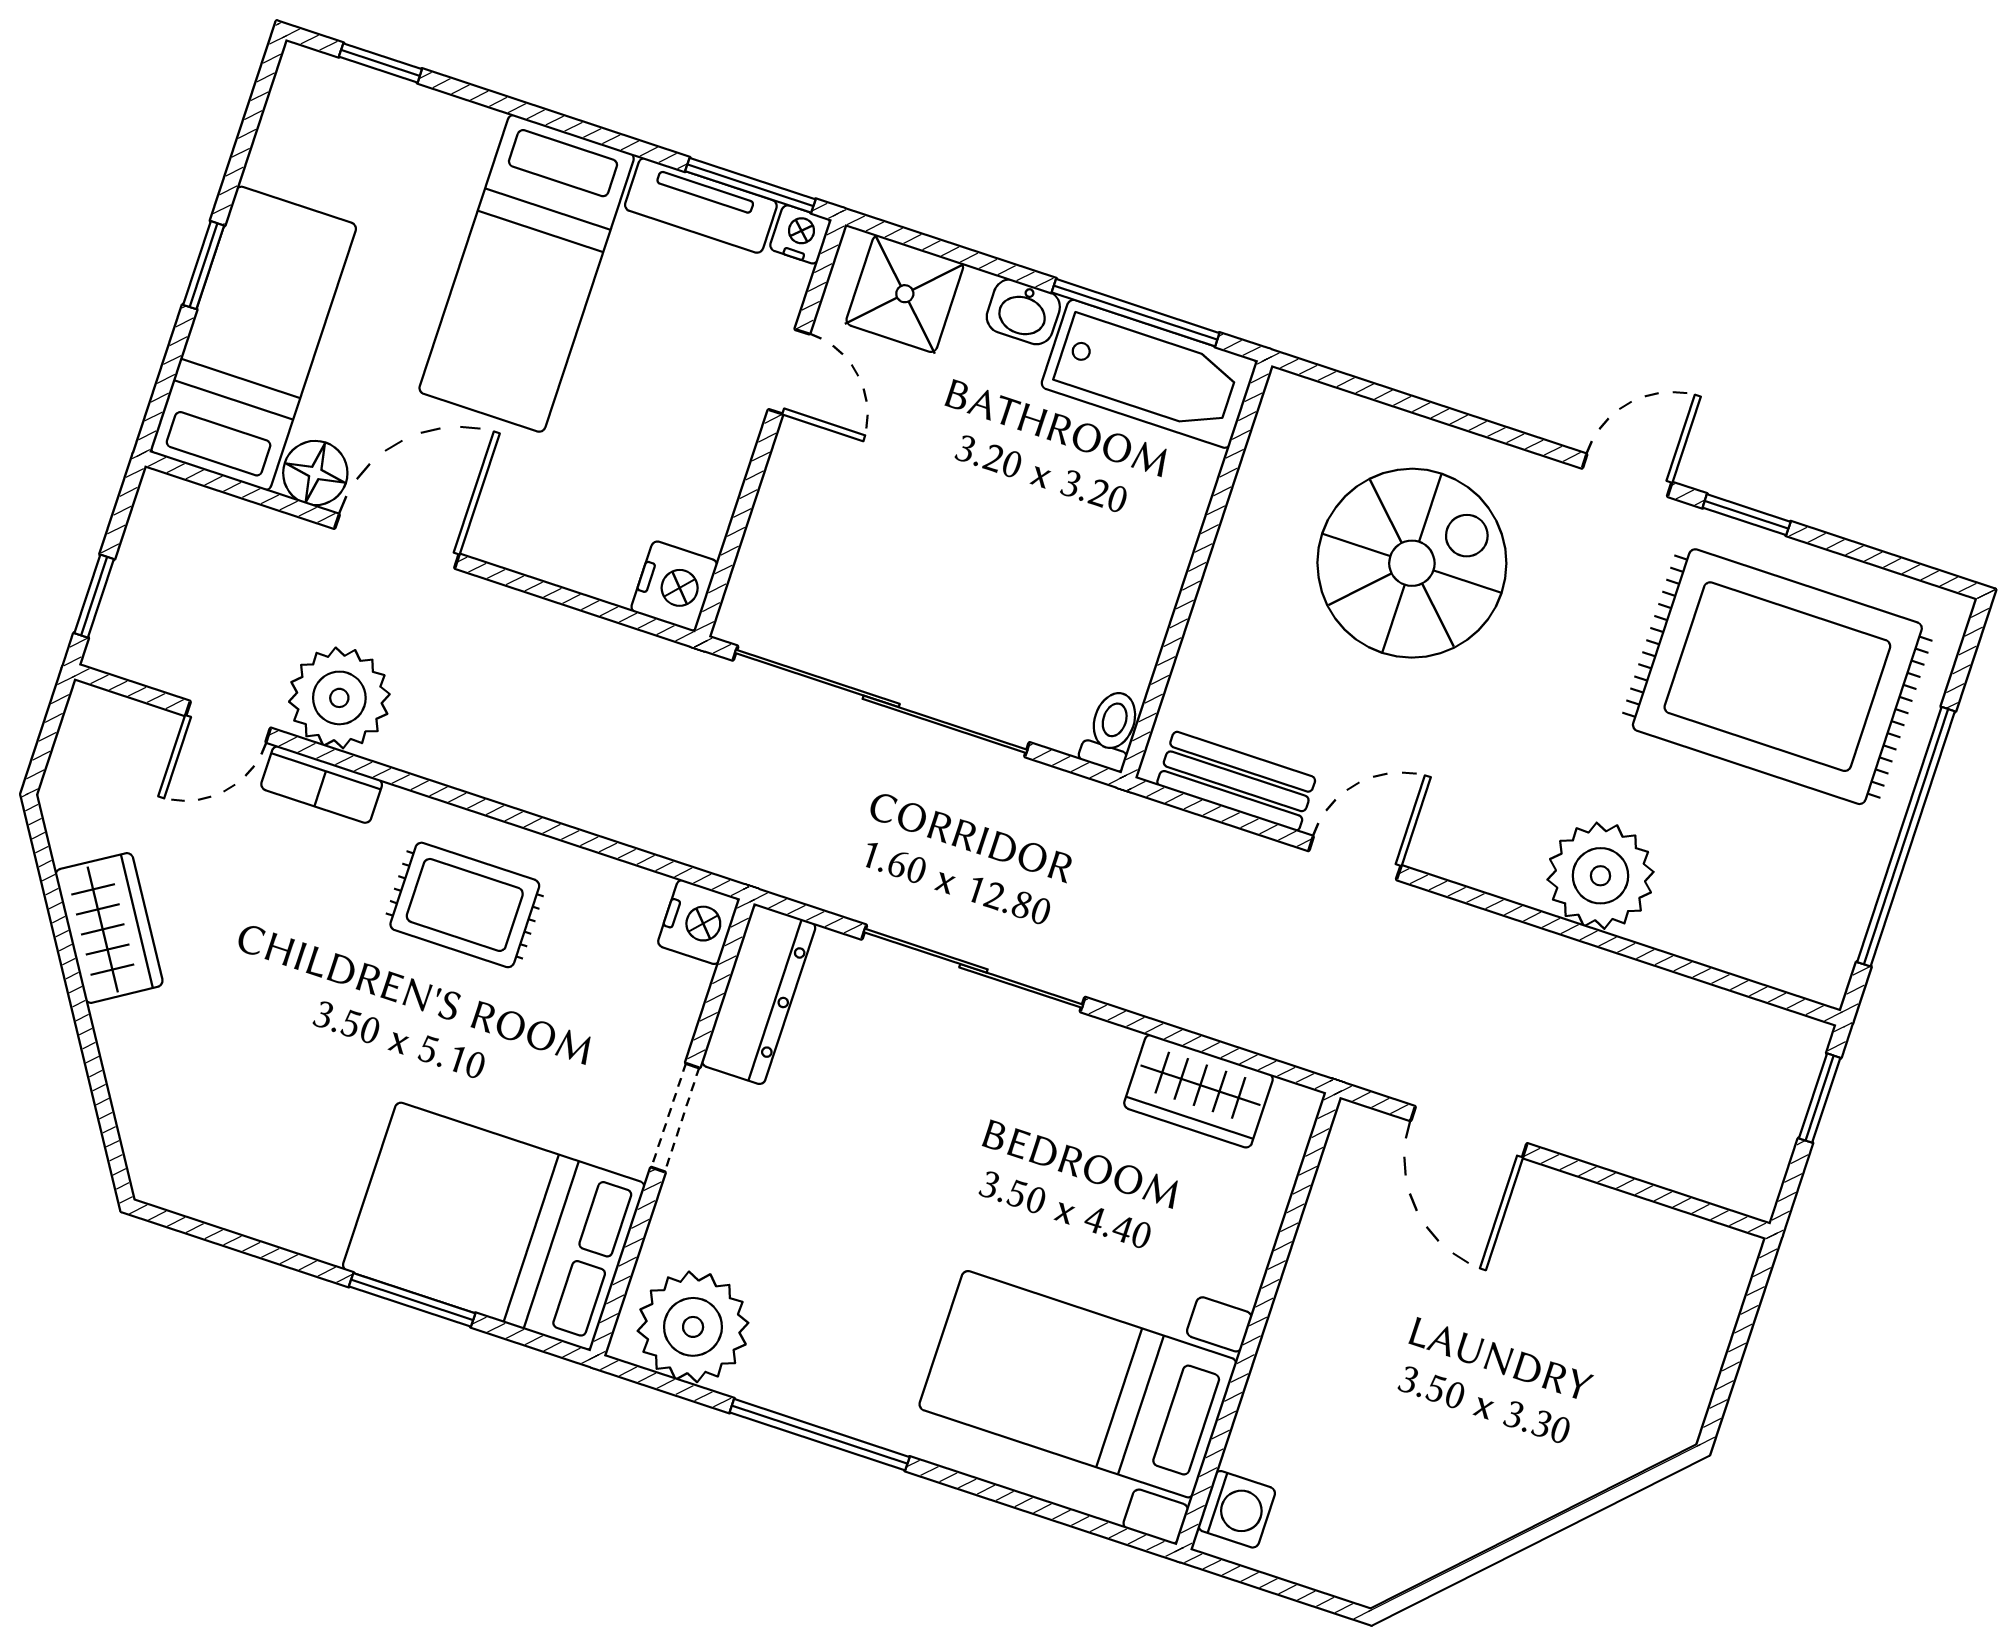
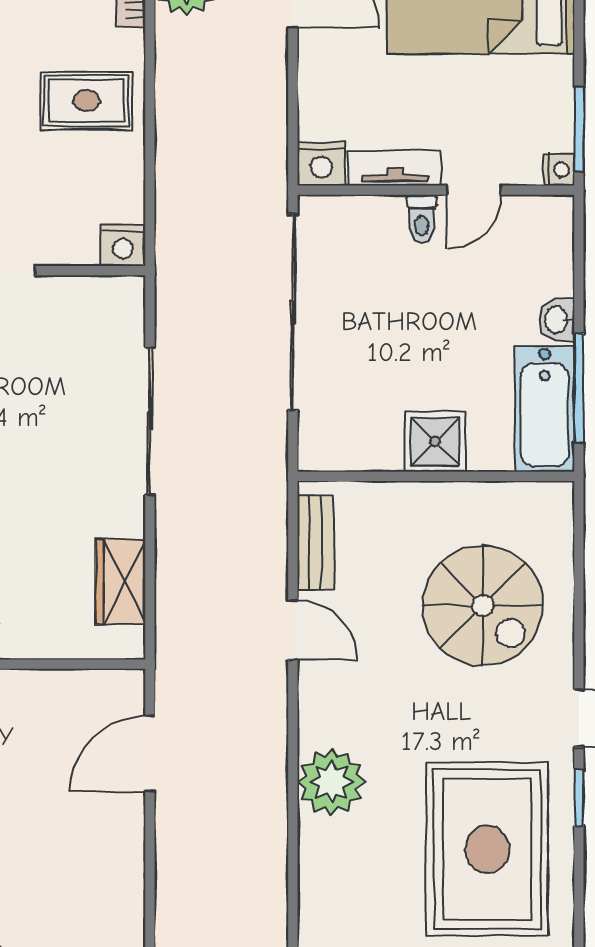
tv unit: (701, 205) -> (395, 168), moved, turned 90
shower: (905, 294) -> (435, 442), moved
toilet: (1111, 730) -> (422, 219), moved, turned 90
rug: (465, 905) -> (86, 101), turned 90
dresser: (759, 994) -> (91, 296), removed

